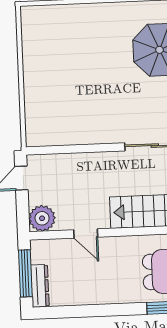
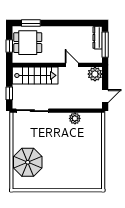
plant: (76, 135) -> (75, 118), added

